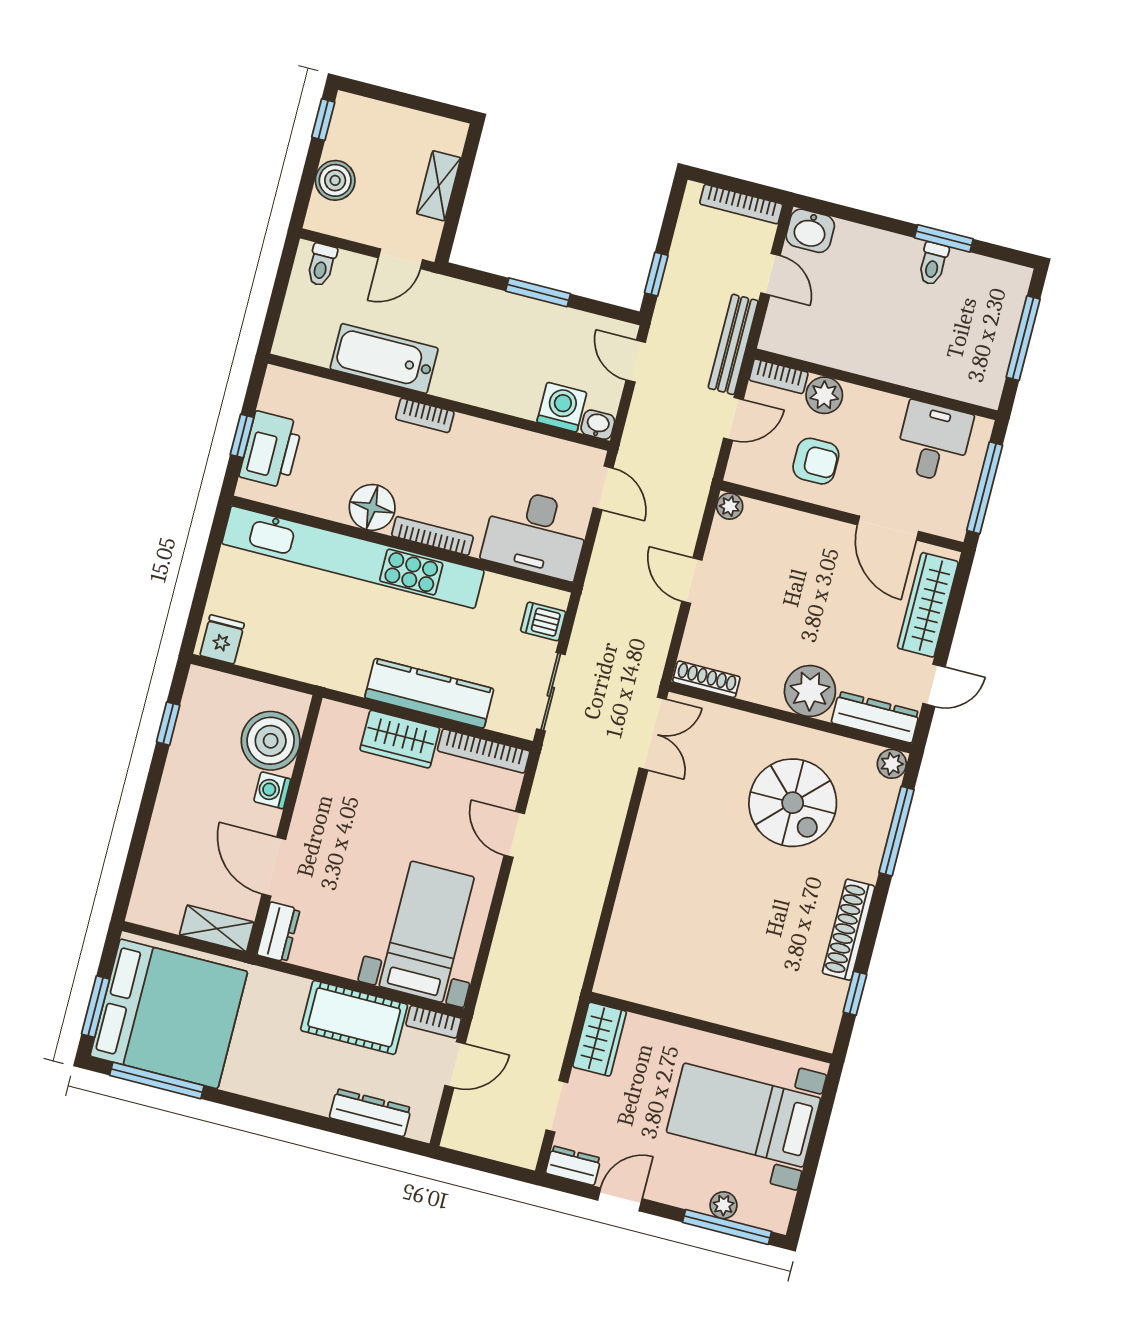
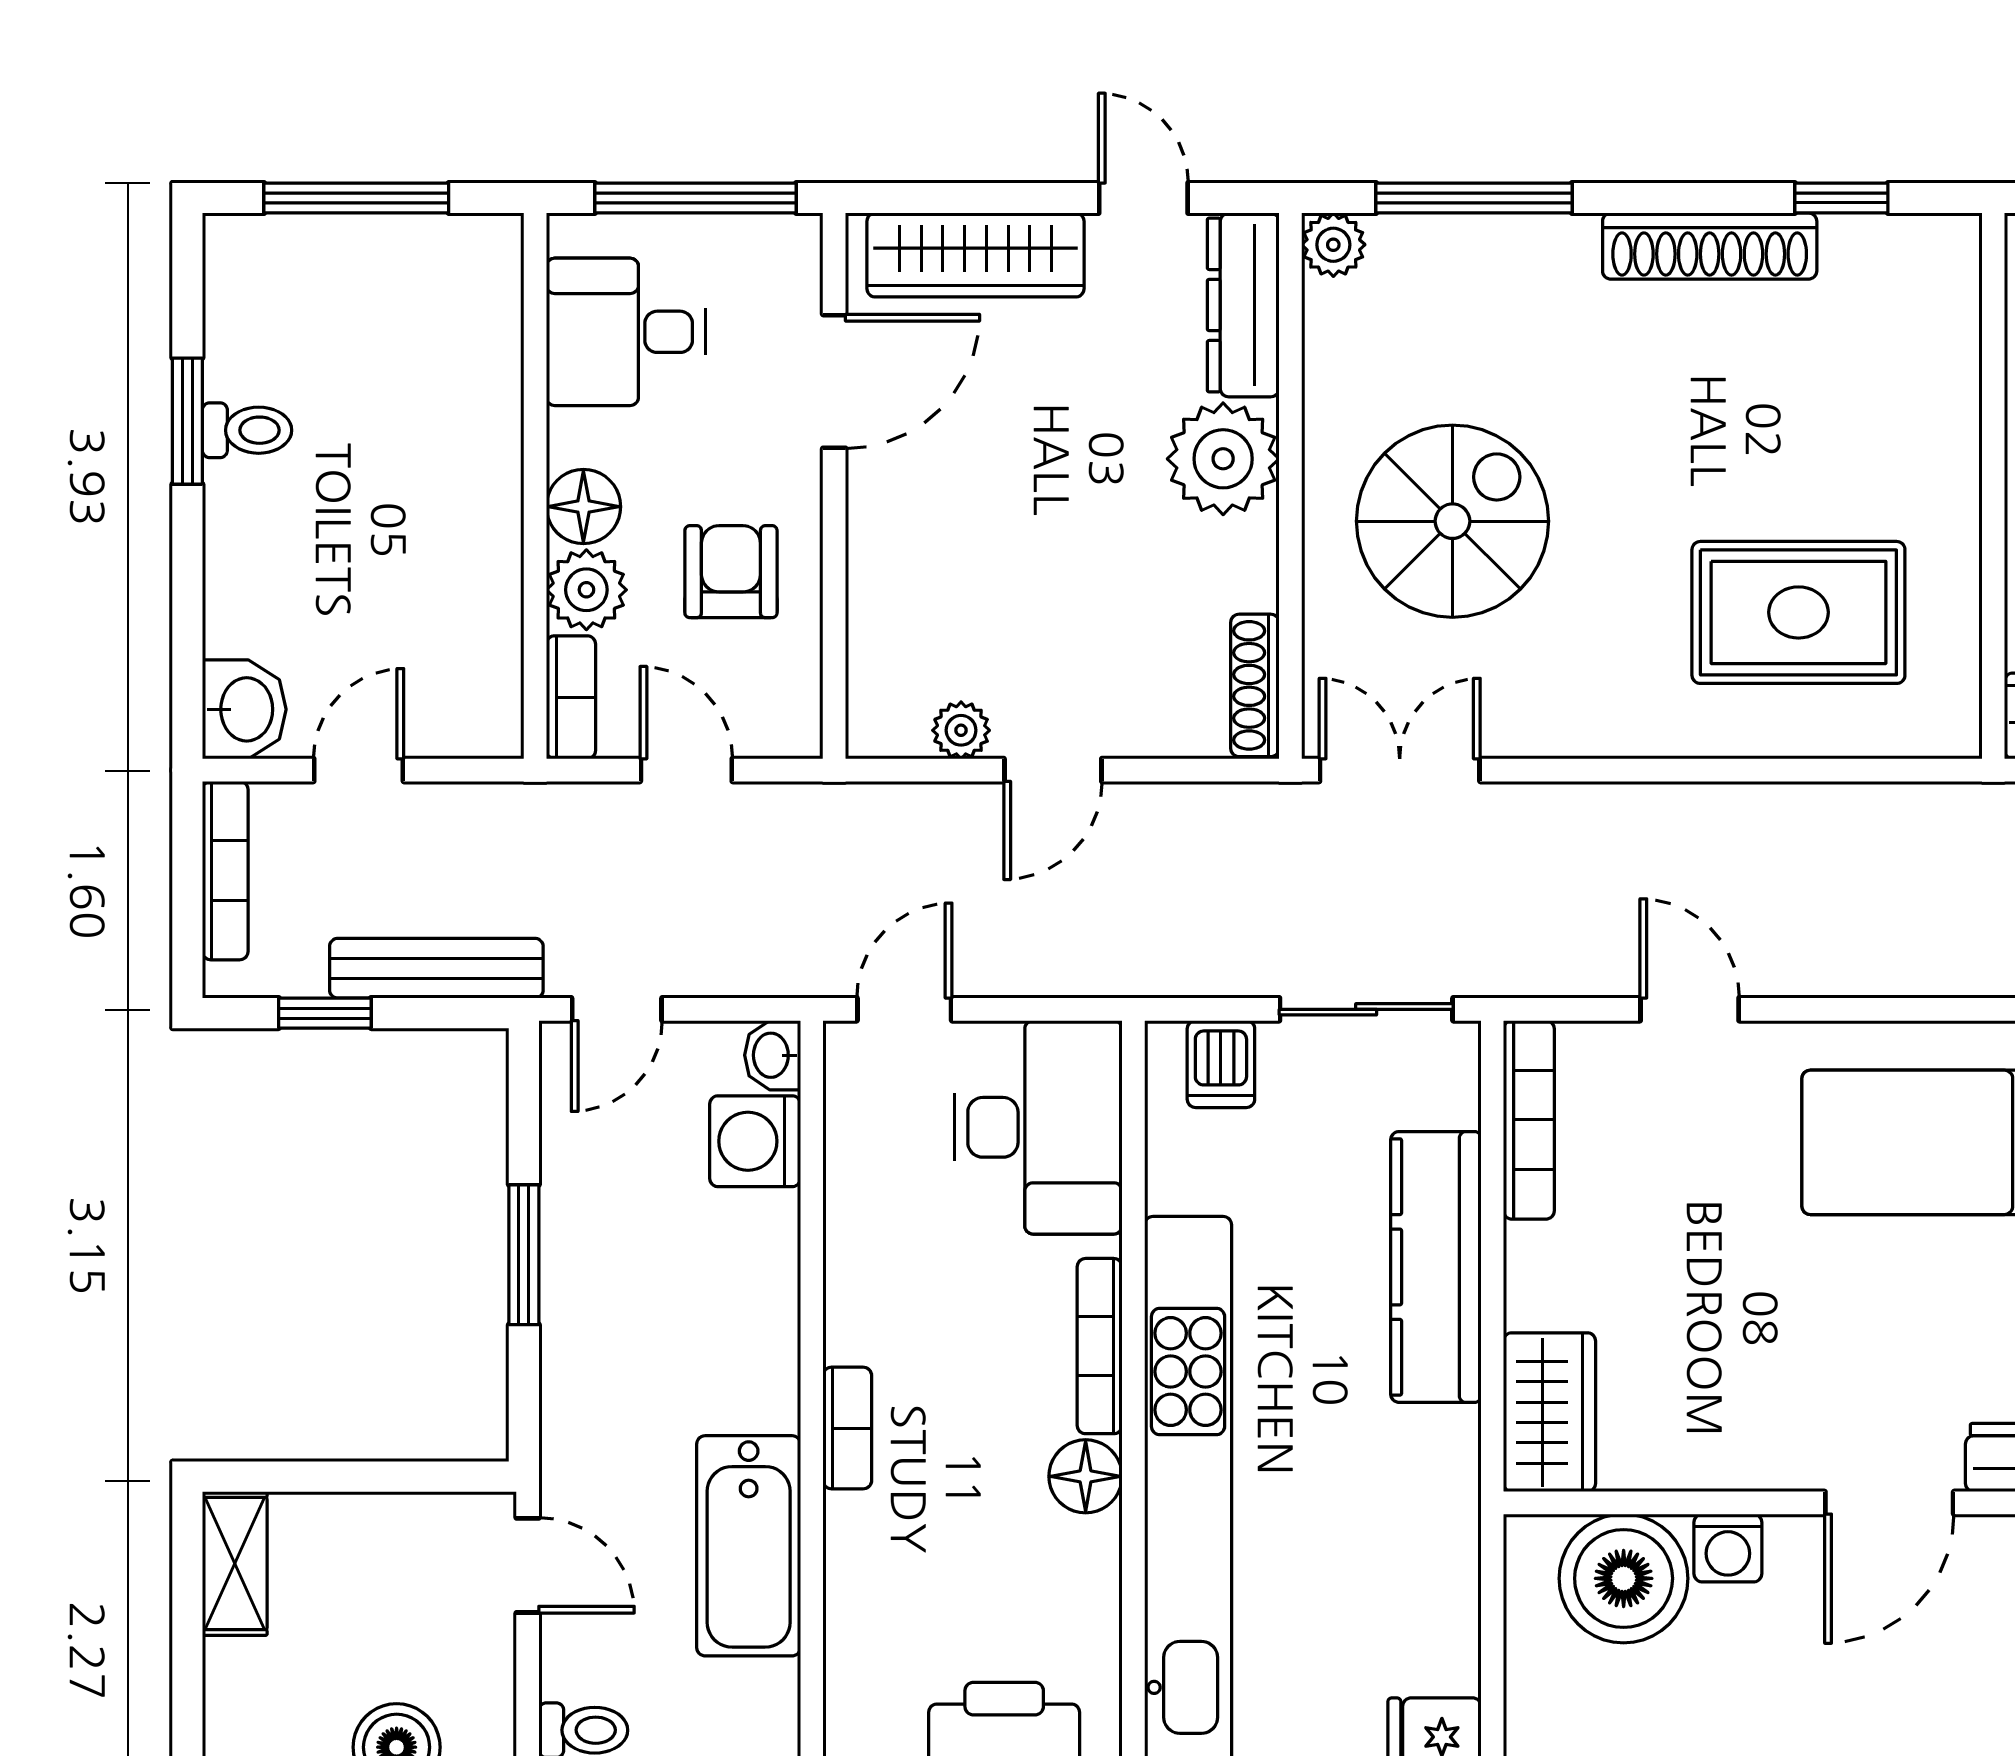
shelving: (439, 186) -> (235, 1564), moved, turned 90
window: (656, 274) -> (325, 1013), moved
bench: (733, 344) -> (436, 968), moved
floor lamp: (861, 403) -> (583, 507), added
plant: (730, 506) -> (961, 730), moved
floor lamp: (372, 507) -> (1086, 1476), width x0.73, depth x0.73
wardrobe: (400, 739) -> (1550, 1412), moved
spiral stairs: (793, 803) -> (1452, 521), moved
door: (514, 834) -> (1690, 1009), swing flipped
rug: (677, 927) -> (1798, 612), added

